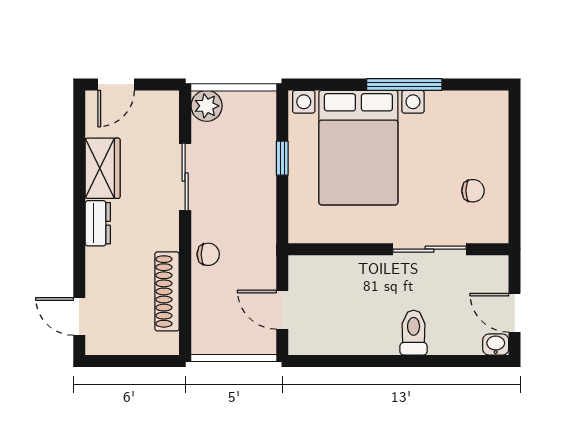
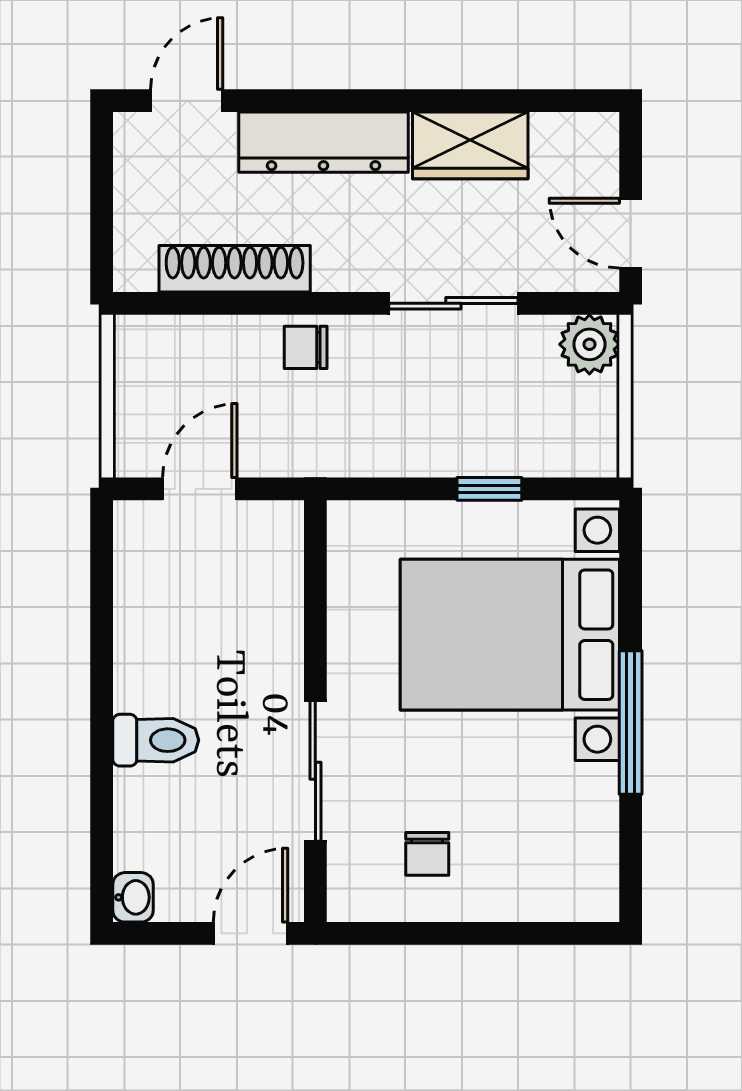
door: (116, 84) -> (631, 233), moved
dresser: (98, 223) -> (323, 142), width x1.96, depth x1.24
chair: (208, 254) -> (306, 347), turned 90
door: (515, 313) -> (250, 933), moved

